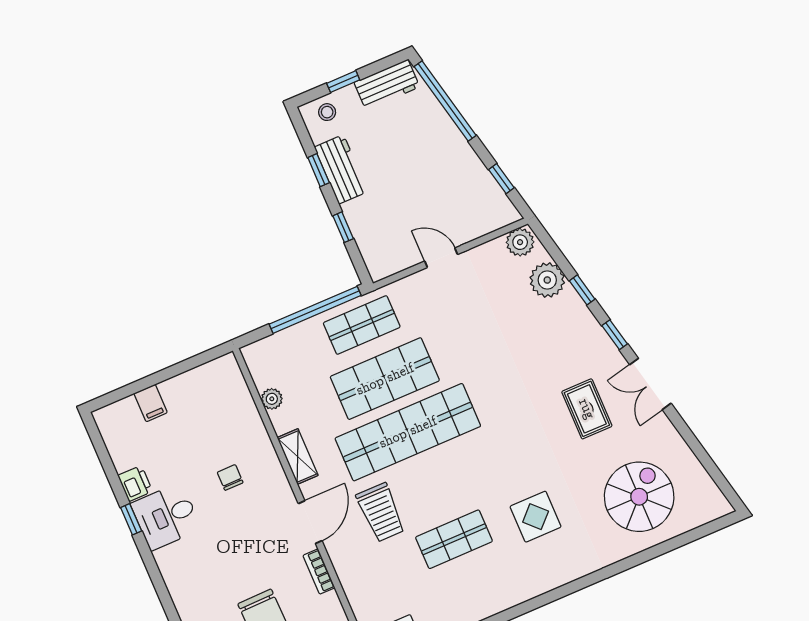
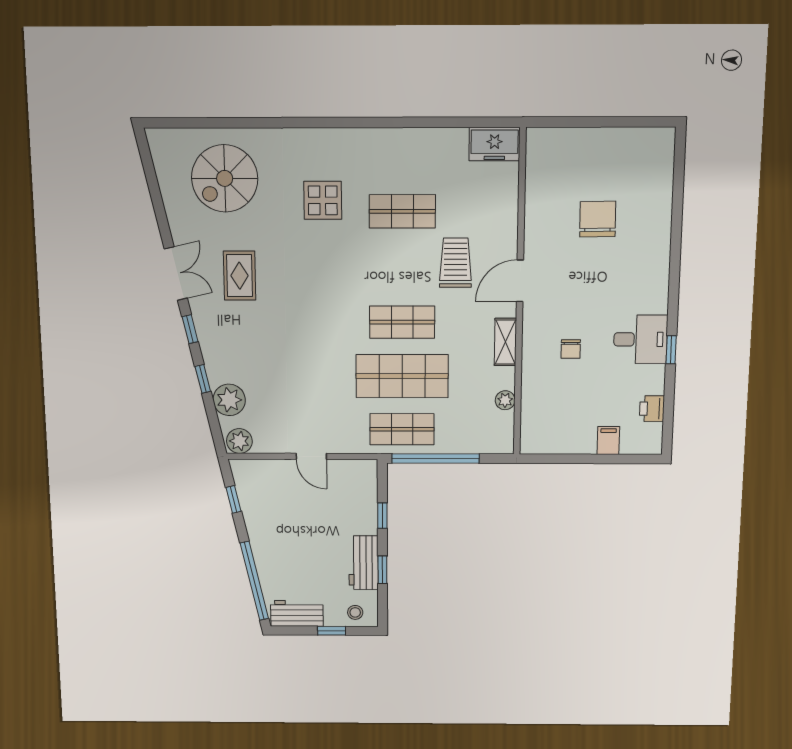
shop shelf: (408, 432) -> (402, 322), width x0.50, depth x0.74
printer: (135, 483) -> (652, 409), moved
bookcase: (319, 571) -> (532, 234), removed

